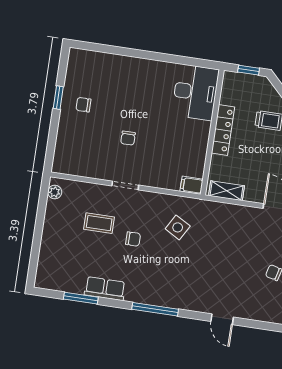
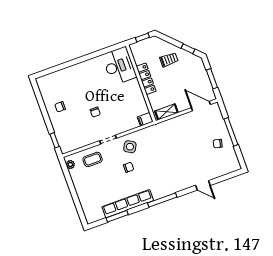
window: (58, 98) -> (55, 140), moved
coffee table: (99, 223) -> (93, 159), moved
side table: (178, 227) -> (130, 147), moved
row of seats: (105, 289) -> (128, 204), width x2.02

